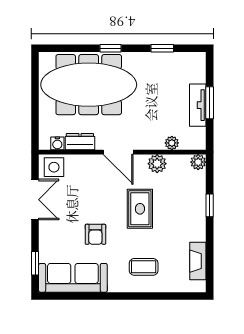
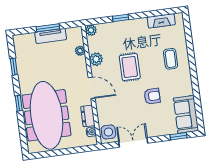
door: (118, 152) -> (92, 88), hinge flipped
rug: (140, 209) -> (130, 67), turned 90
sofa: (73, 278) -> (186, 114), width x0.73

